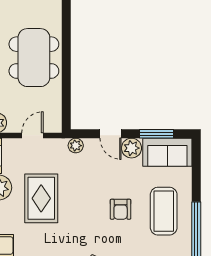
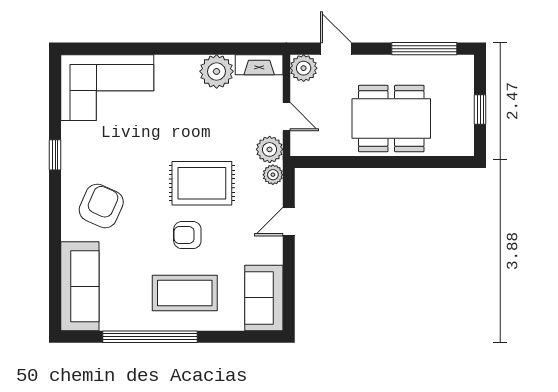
window: (156, 134) -> (289, 283), removed
plant: (132, 148) -> (270, 149), moved
rug: (41, 198) -> (202, 183), moved

